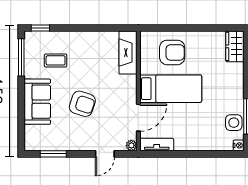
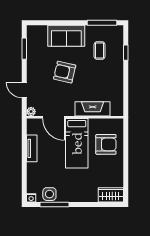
window: (40, 28) -> (126, 53), moved
armchair: (172, 52) -> (106, 144), turned -90
fireplace: (128, 53) -> (93, 109), moved
armchair: (82, 104) -> (65, 72), turned 85
tv unit: (157, 145) -> (32, 148), moved

